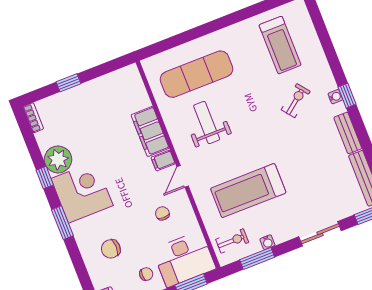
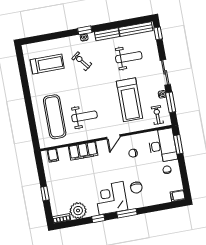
weight bench: (207, 123) -> (84, 116), turned 180
plant: (58, 159) -> (78, 211), moved
filing cabinet: (163, 160) -> (53, 155), moved
door: (183, 176) -> (113, 137), hinge flipped
weight bench: (317, 176) -> (129, 57), added
sliding door: (320, 234) -> (165, 72), moved
chair: (111, 249) -> (136, 188), moved

